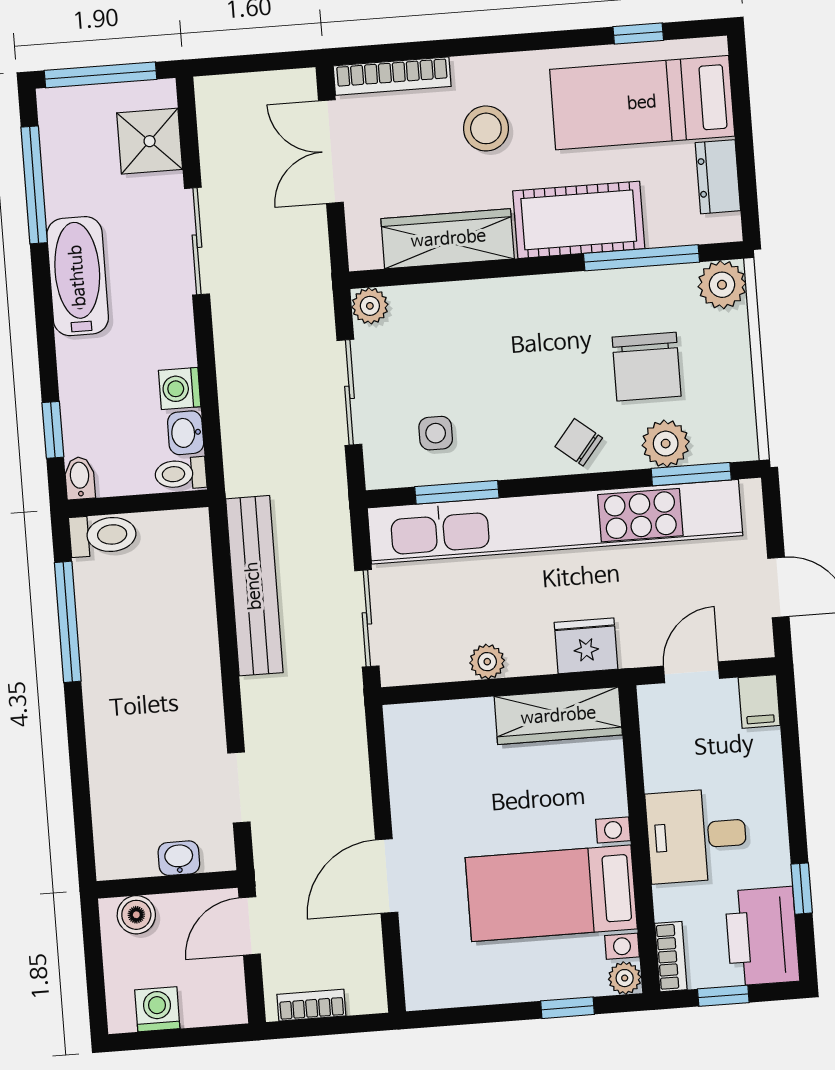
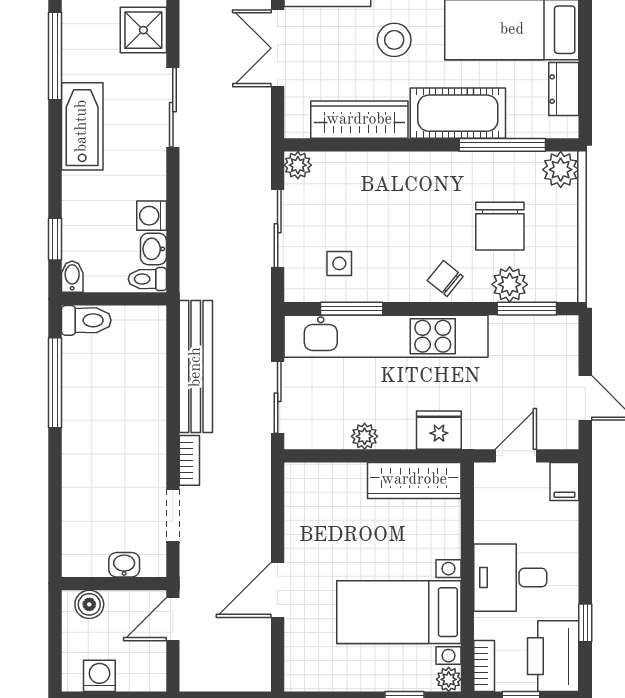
kitchen unit: (555, 522) -> (386, 336), width x0.73
bookcase: (311, 1005) -> (189, 460), moved, turned 90

